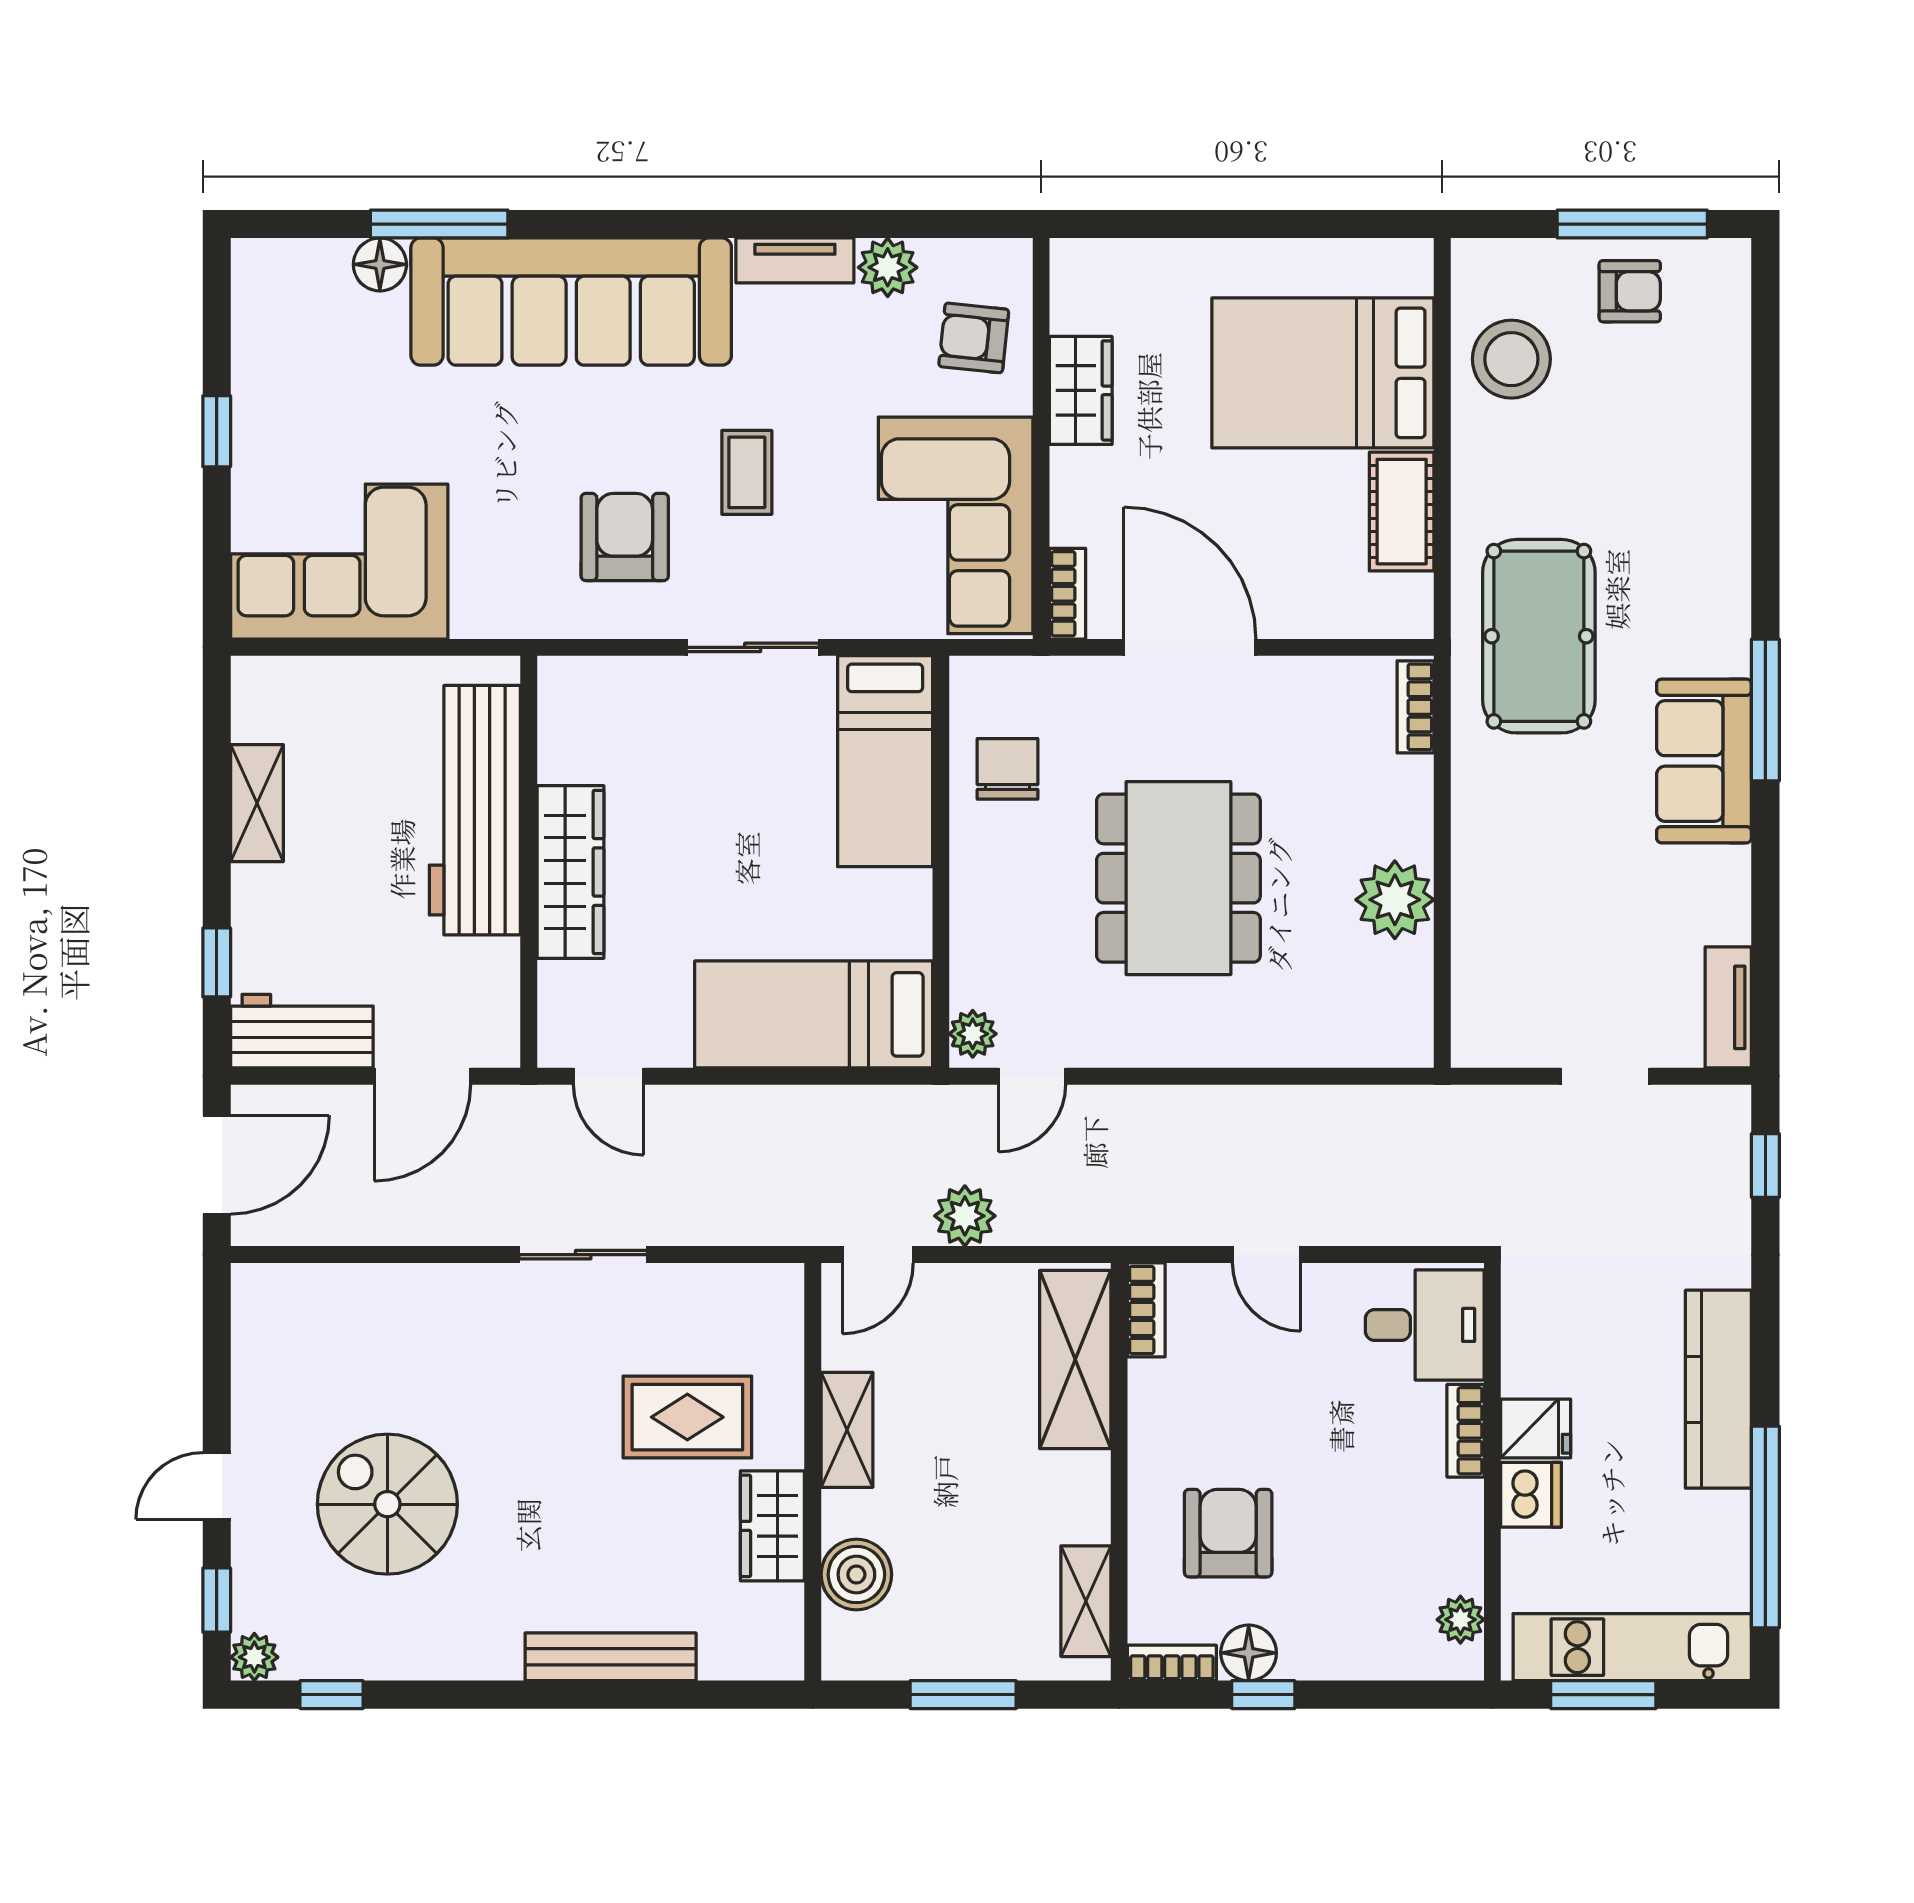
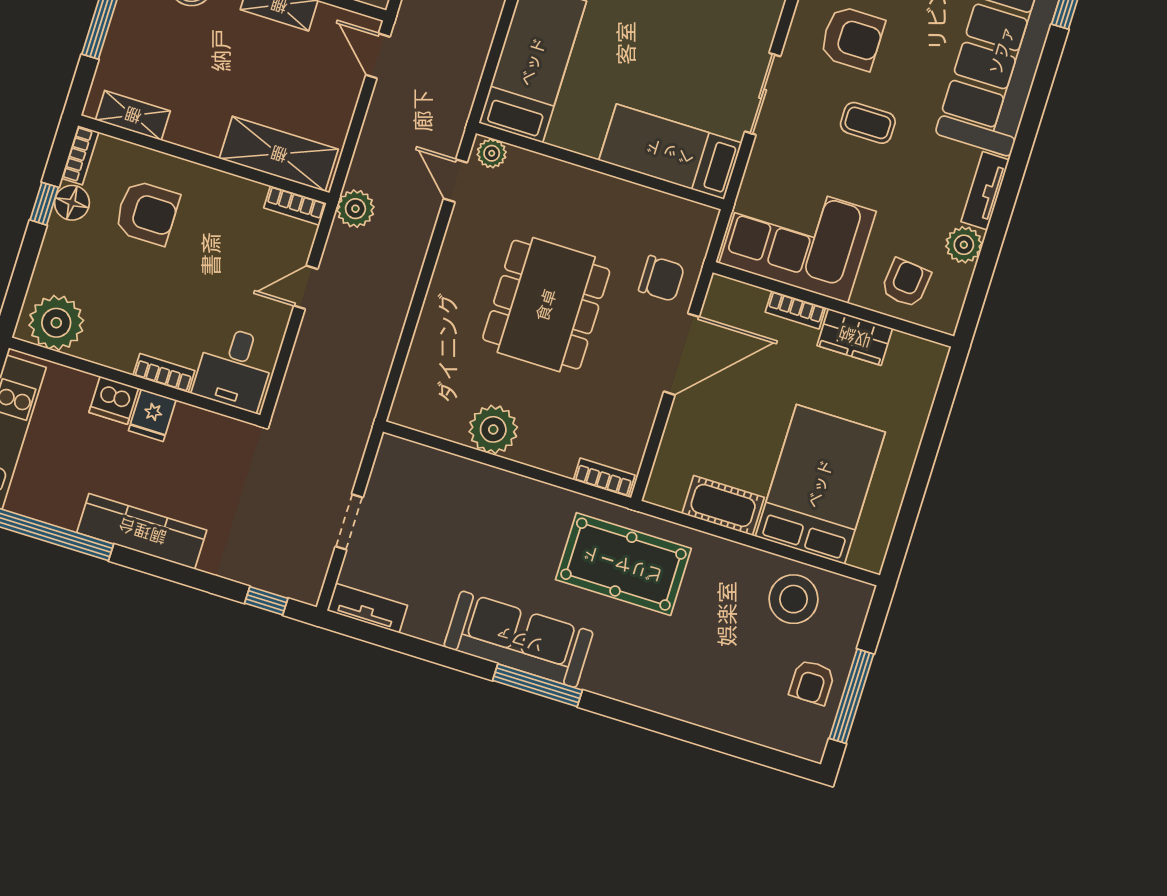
bookcase: (1068, 594) -> (795, 310), moved
sofa: (1704, 761) -> (519, 639), width x1.36
chair: (1008, 769) -> (662, 279), moved
dining table: (1178, 878) -> (546, 305), turned 90
plant: (965, 1216) -> (355, 209), moved
plant: (1460, 1620) -> (56, 323), width x1.87, depth x1.87

